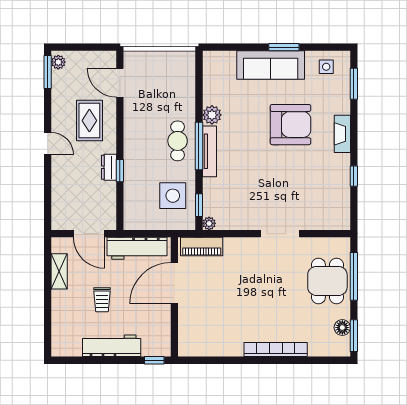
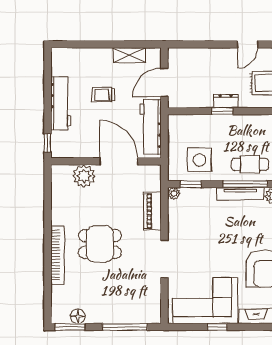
corner sofa: (325, 189) -> (205, 301), added
piano: (202, 246) -> (153, 211), moved
dining table: (327, 281) -> (100, 244), moved
plant: (190, 321) -> (84, 176), added

